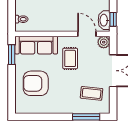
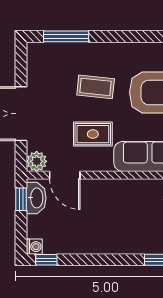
rug: (70, 58) -> (93, 134), turned 90
coffee table: (92, 93) -> (96, 87), moved

